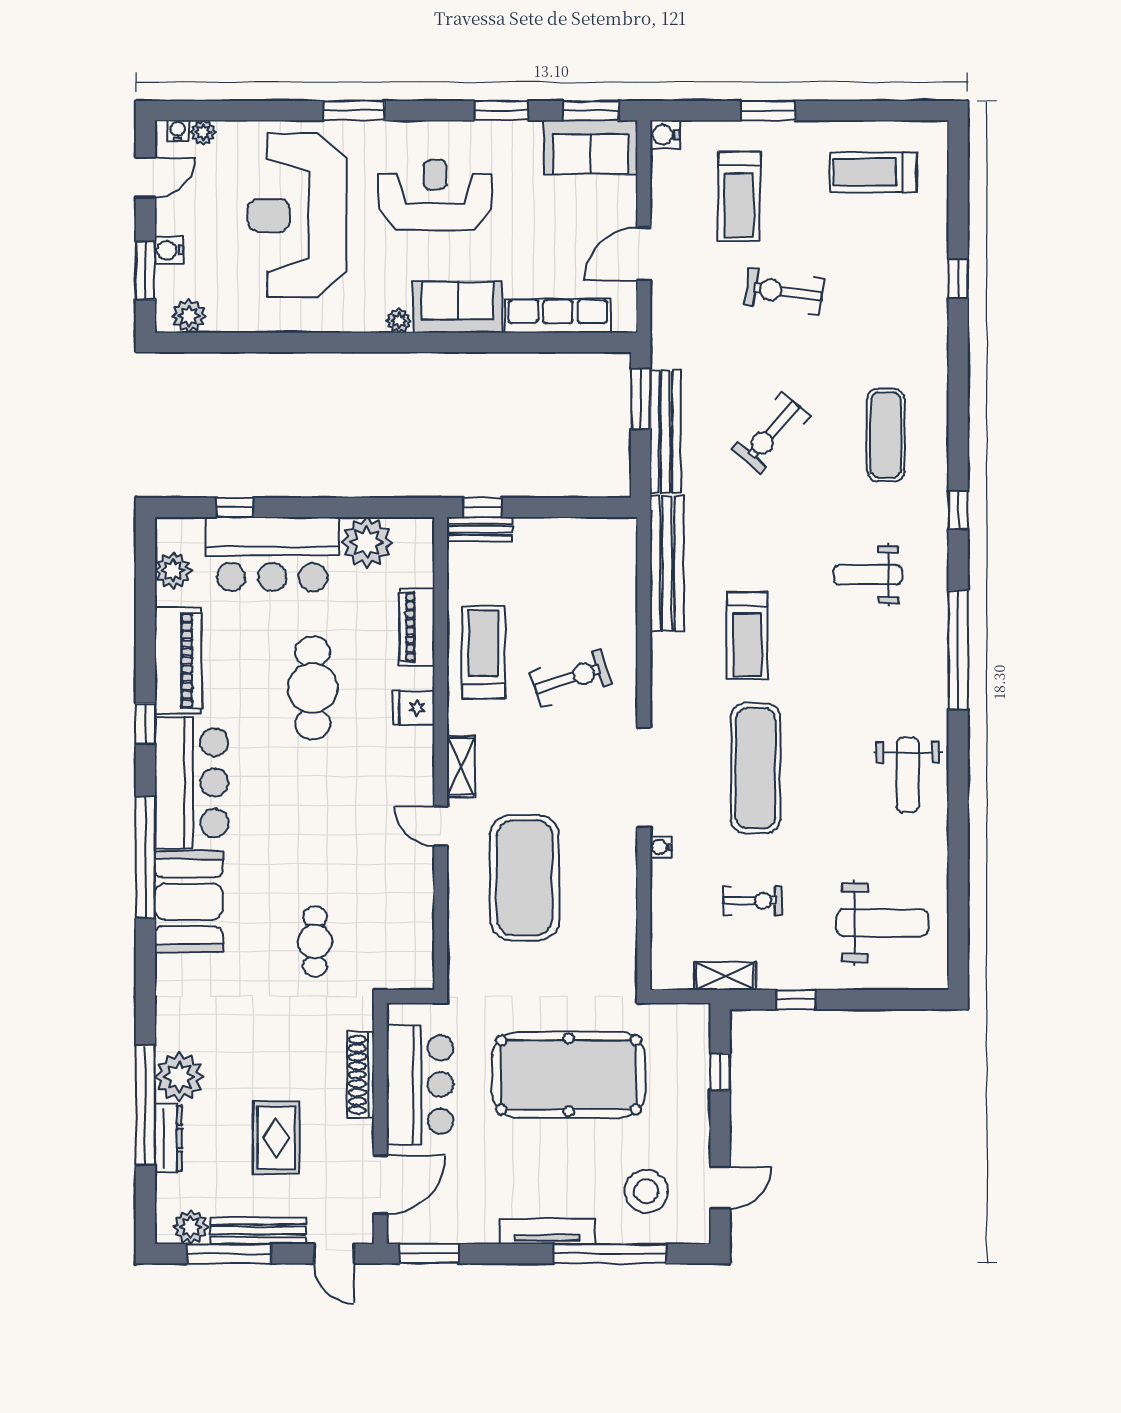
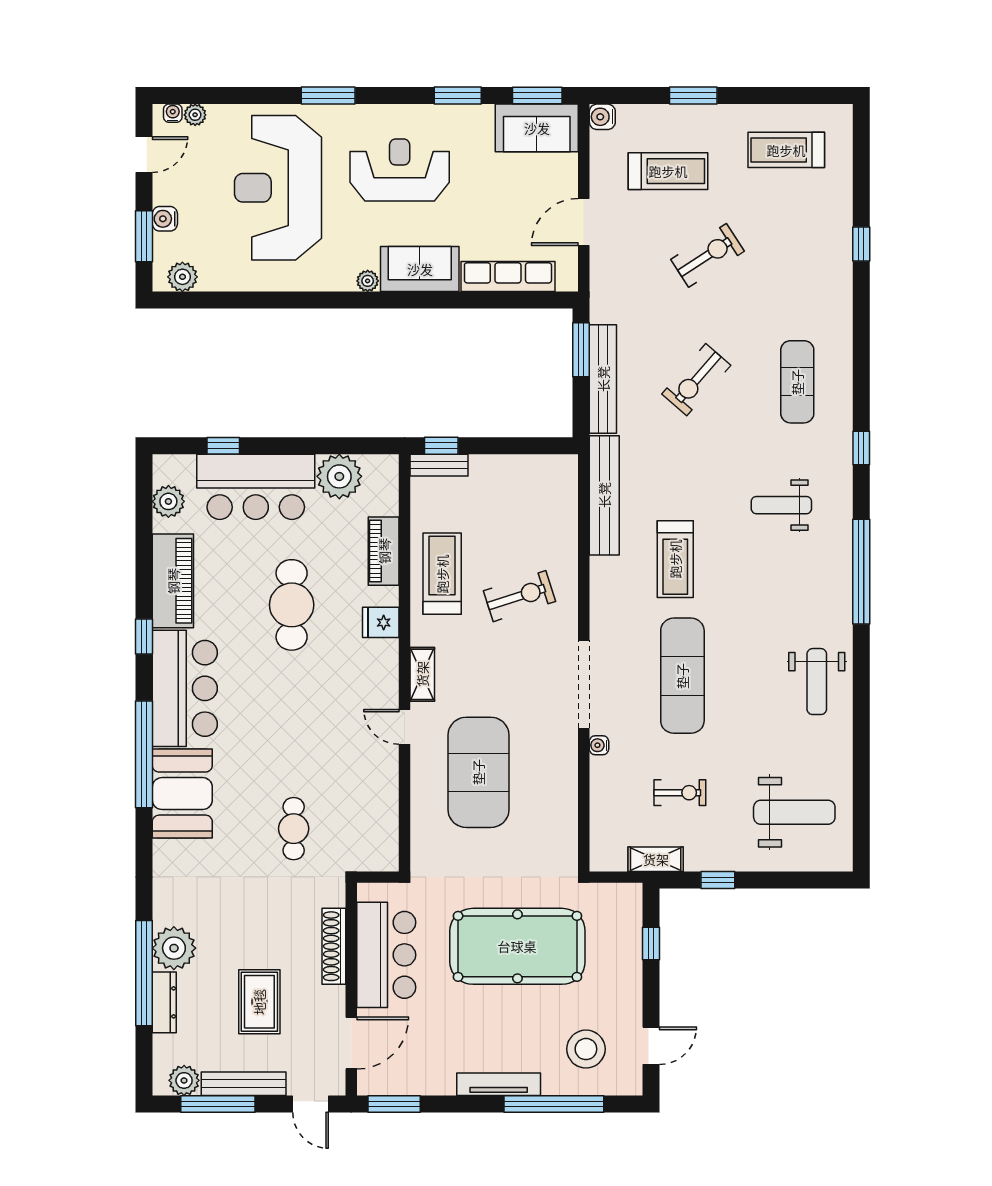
treadmill: (739, 196) -> (668, 171), turned -90
exercise bike: (784, 292) -> (708, 255), turned 139

